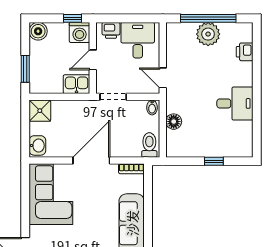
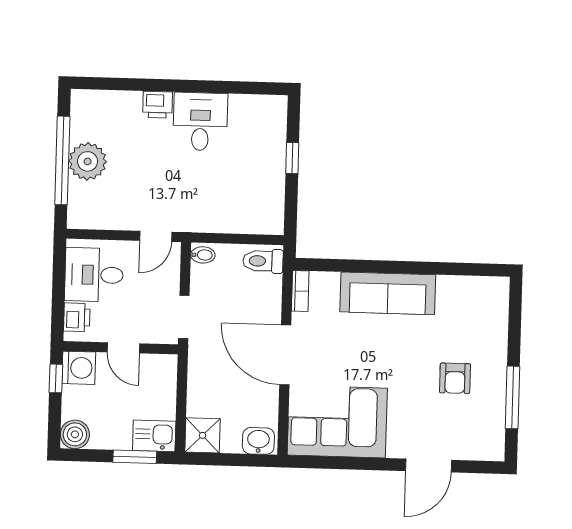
printer: (245, 52) -> (158, 105), moved
kitchen sink: (77, 84) -> (154, 436), moved, turned 90
floor lamp: (174, 122) -> (226, 221), removed

